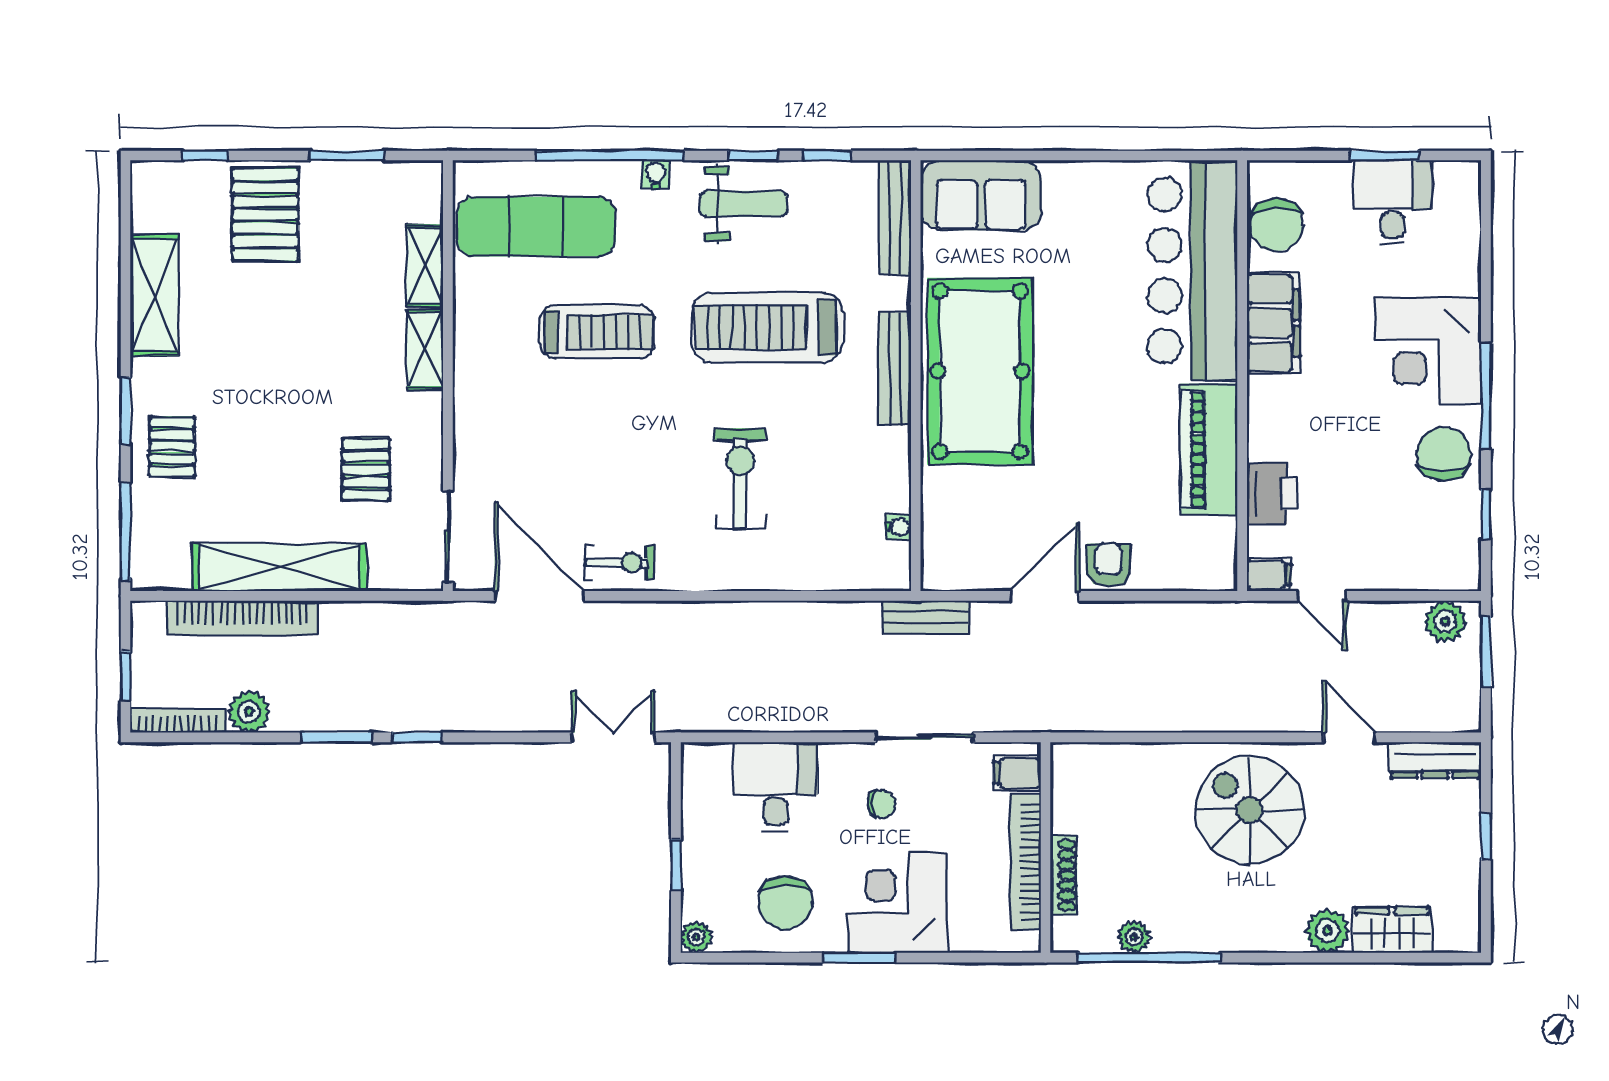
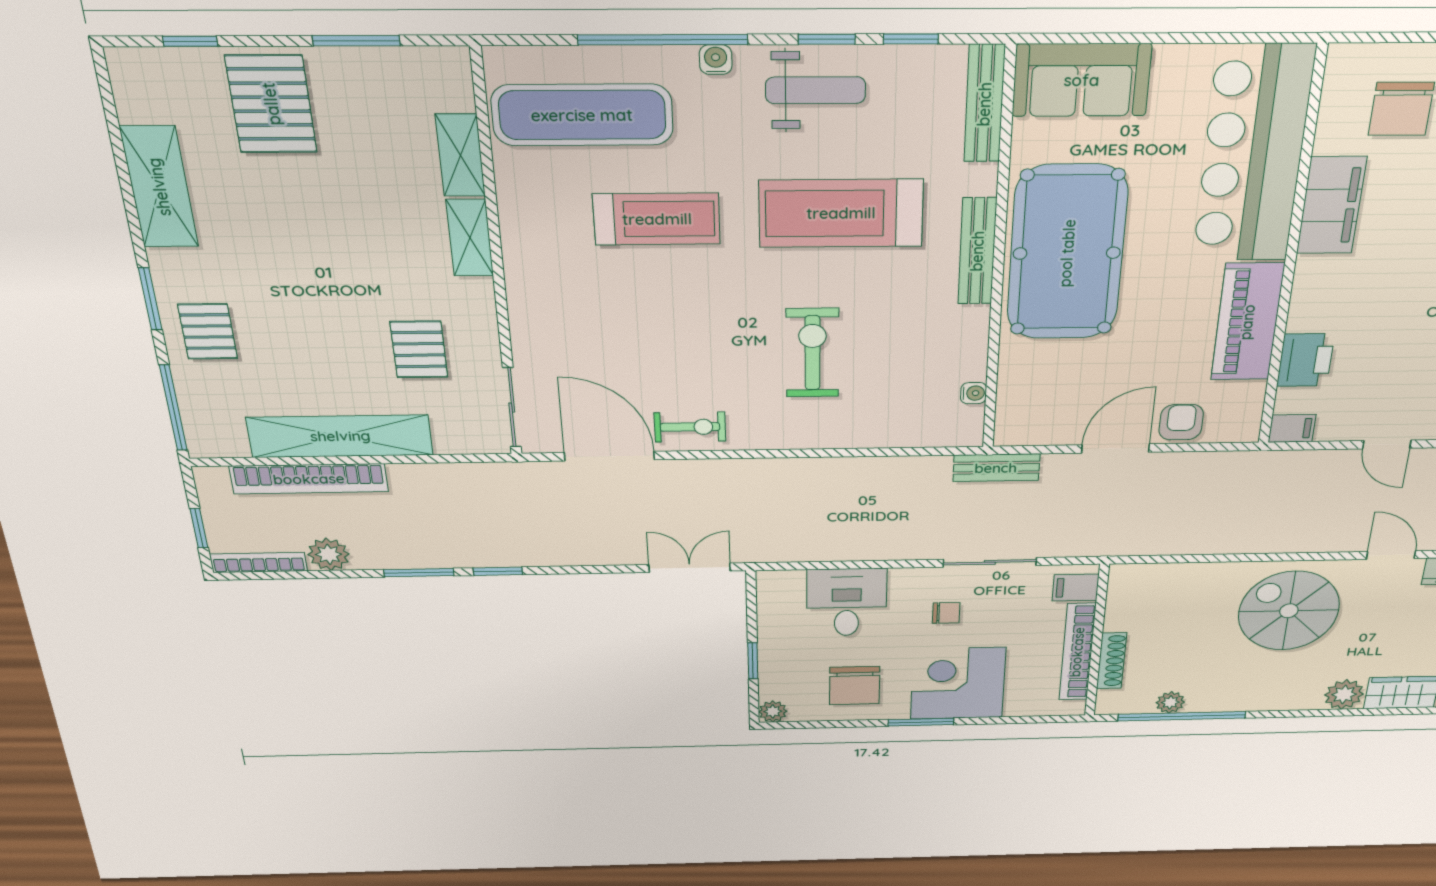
bar counter: (1193, 270) -> (1253, 155), moved
filing cabinet: (1273, 323) -> (1331, 205), moved
wall: (1242, 376) -> (1291, 255), moved
piano: (1209, 449) -> (1247, 322), moved
printer: (1272, 494) -> (1306, 360), moved
filing cabinet: (1269, 574) -> (1292, 428), moved

